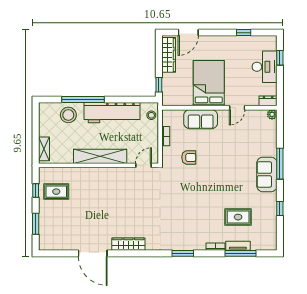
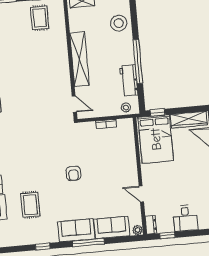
window: (280, 58) -> (167, 235), moved
desk: (265, 67) -> (185, 218), width x0.73
bed: (209, 83) -> (156, 139), moved, turned 90
window: (83, 100) -> (138, 62), moved
workbench: (112, 113) -> (129, 80), width x0.53, depth x0.76
sofa: (201, 119) -> (112, 227), moved, turned 90
armchair: (189, 157) -> (73, 173), moved

